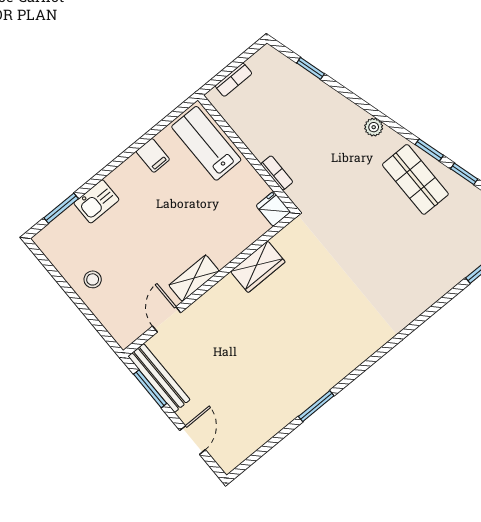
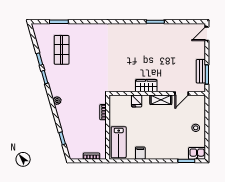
shop shelf: (415, 179) -> (62, 50), moved
kitchen sink: (96, 201) -> (197, 153), moved
fridge: (273, 209) -> (137, 101), moved
wardrobe: (258, 267) -> (146, 86), moved
bench: (159, 378) -> (201, 71), width x0.73
door: (193, 440) -> (207, 34), moved

